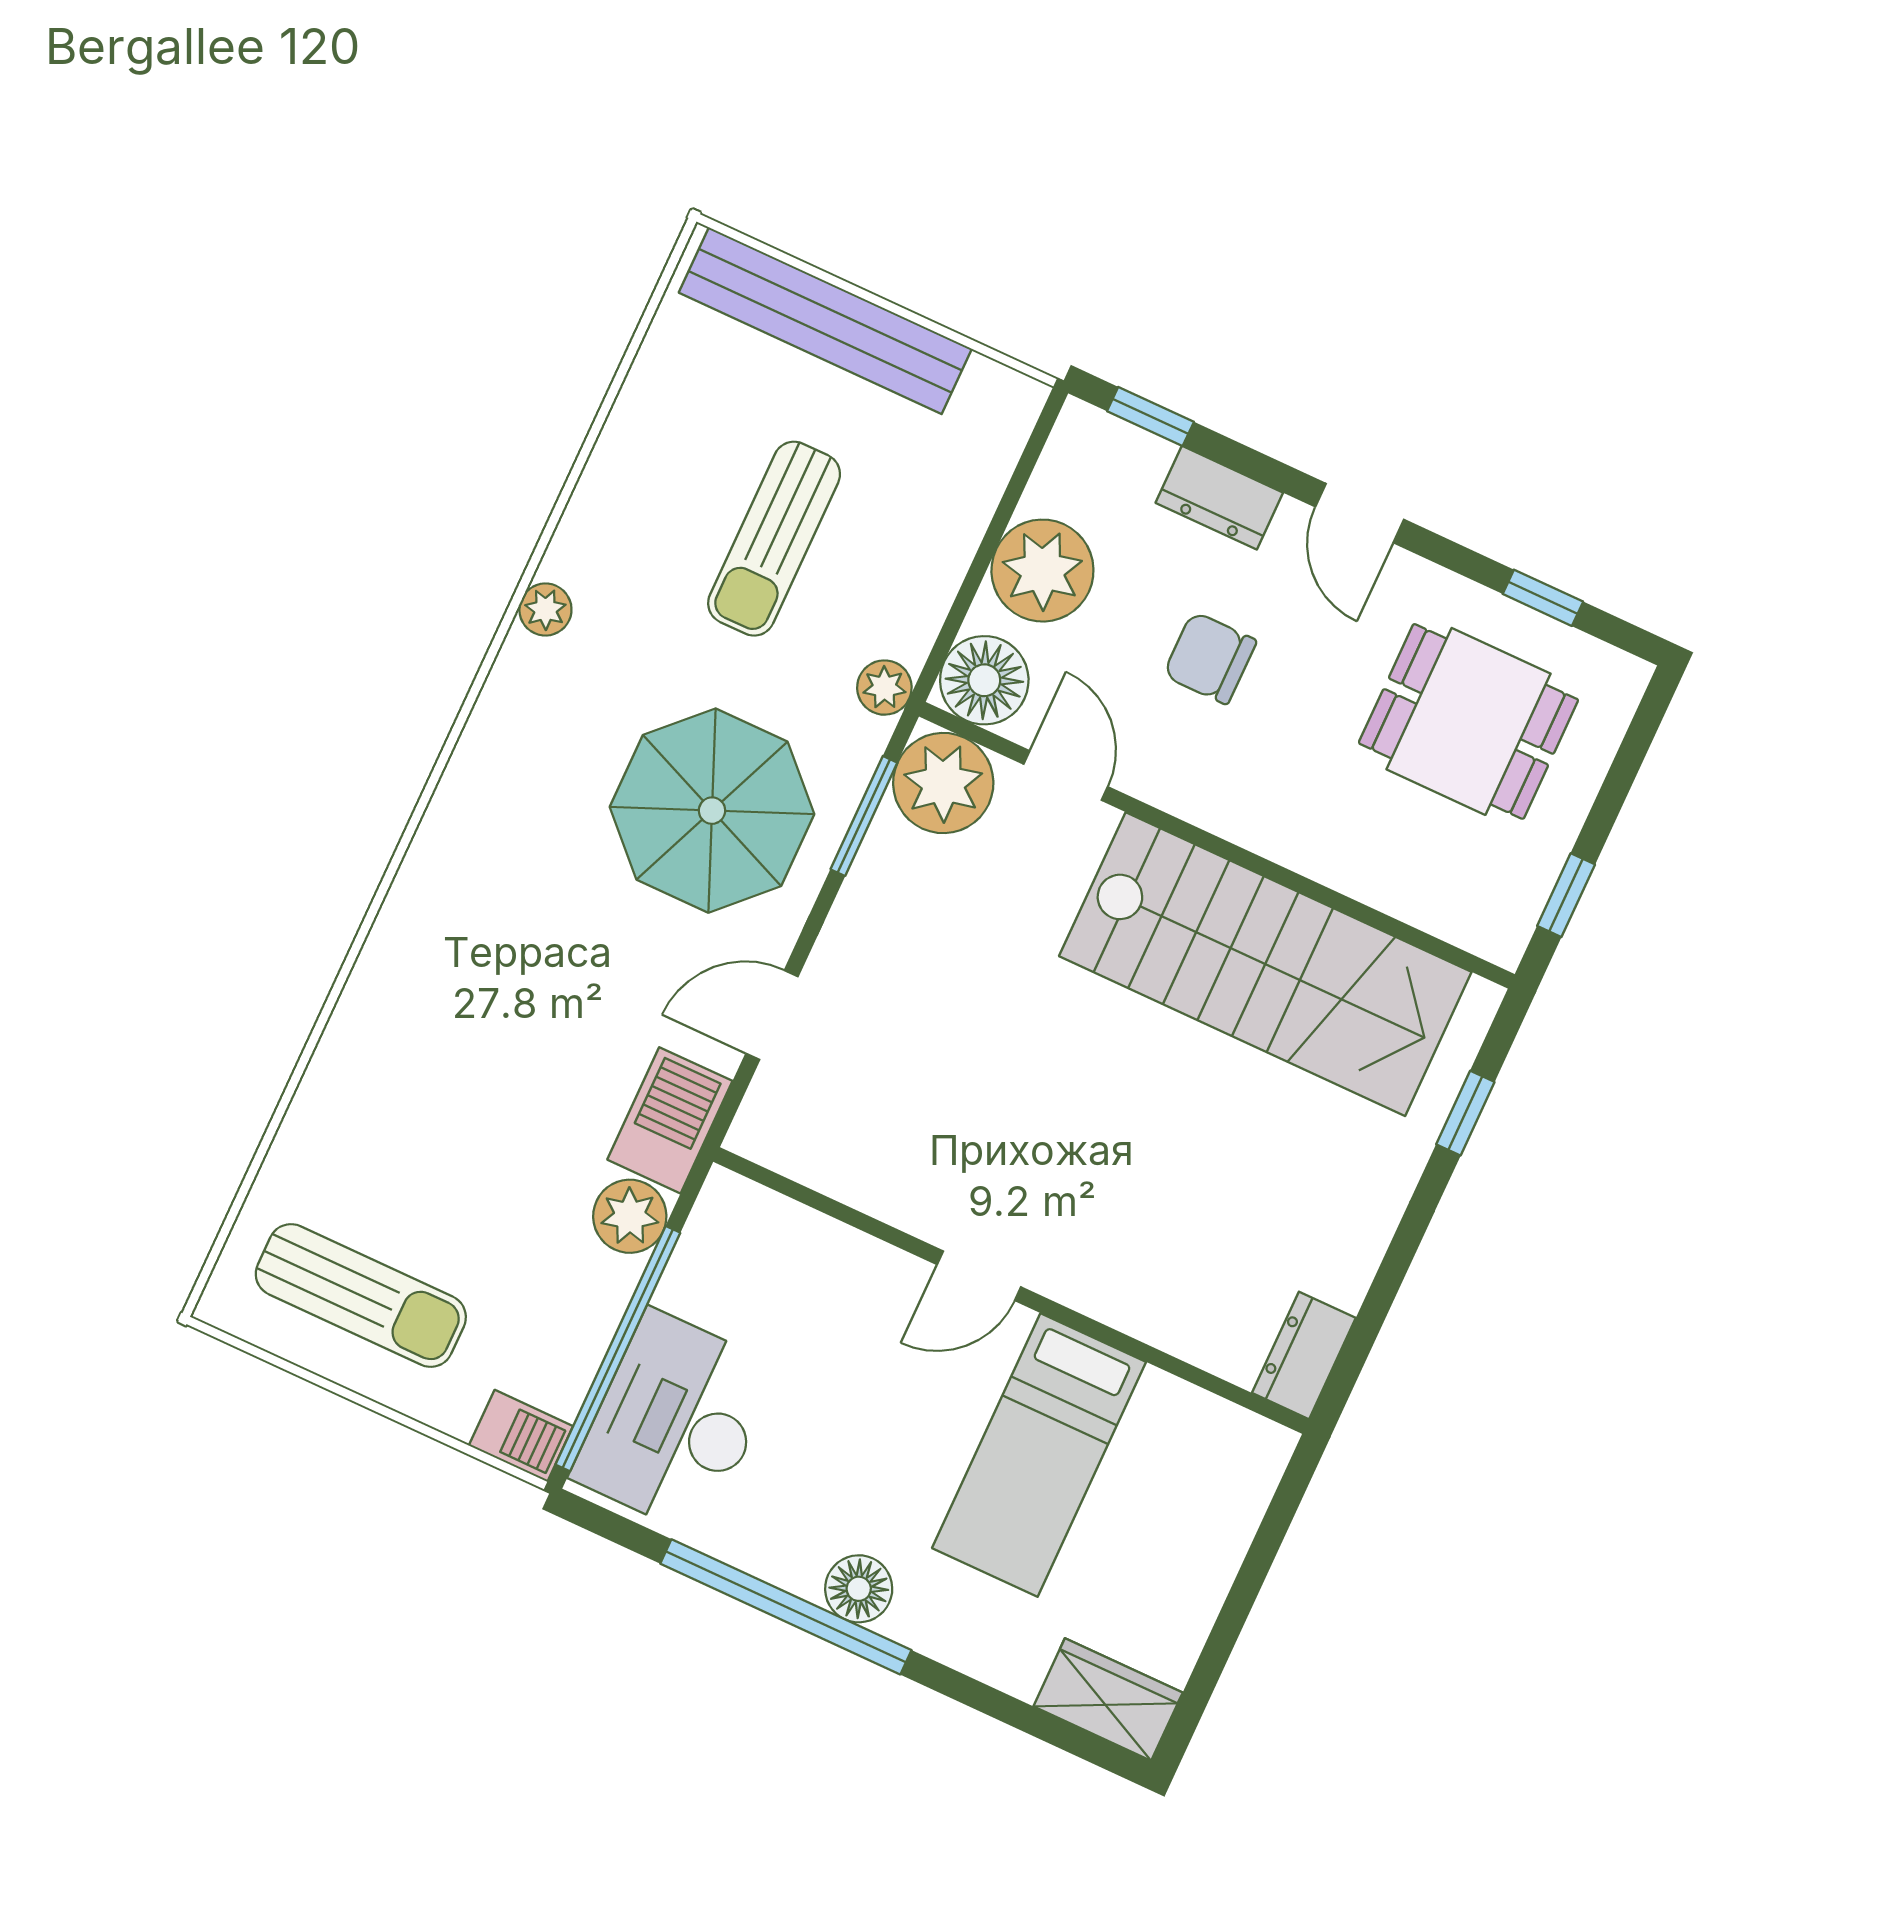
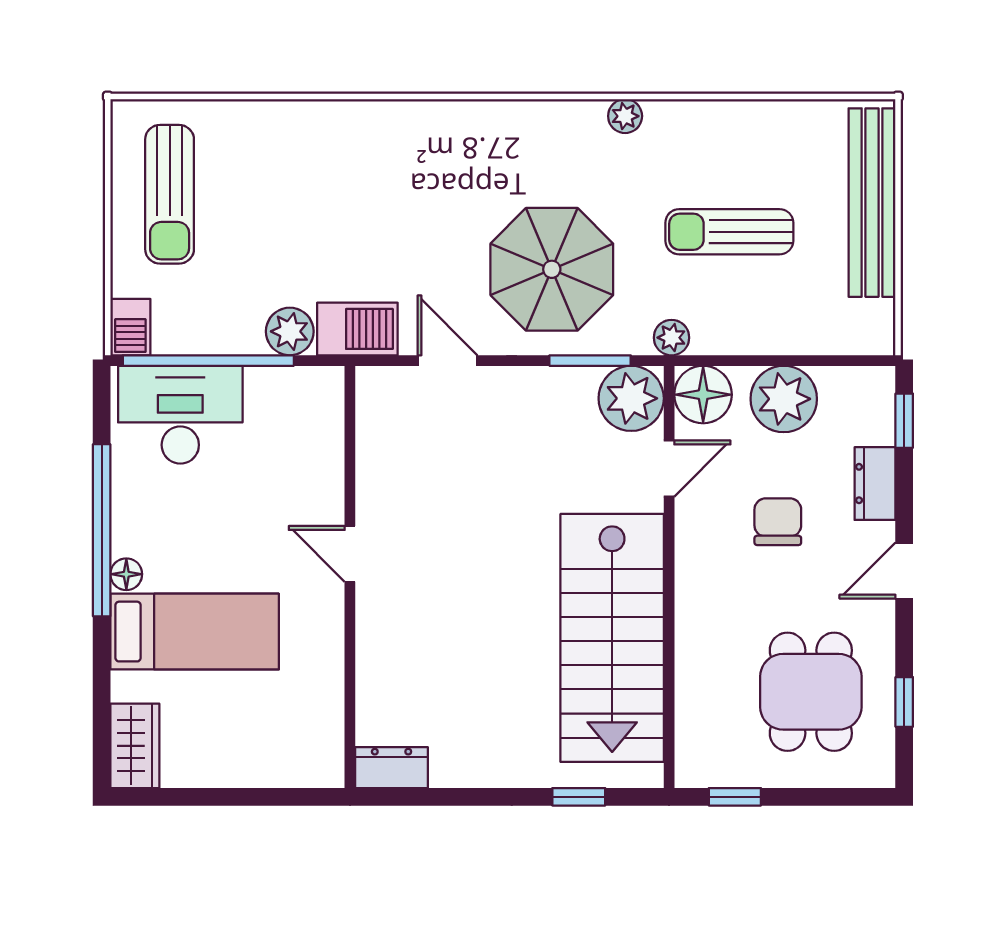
bed: (1039, 1455) -> (195, 632), moved, turned 180
floor lamp: (859, 1589) -> (126, 574), width x0.73, depth x0.73

